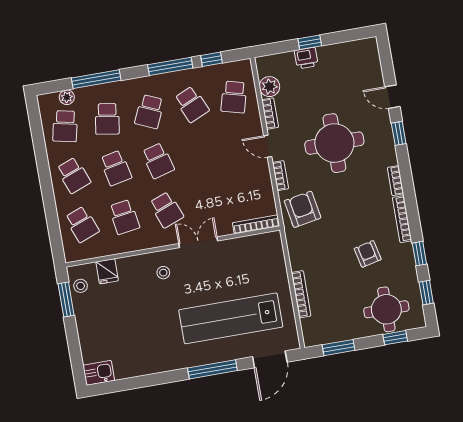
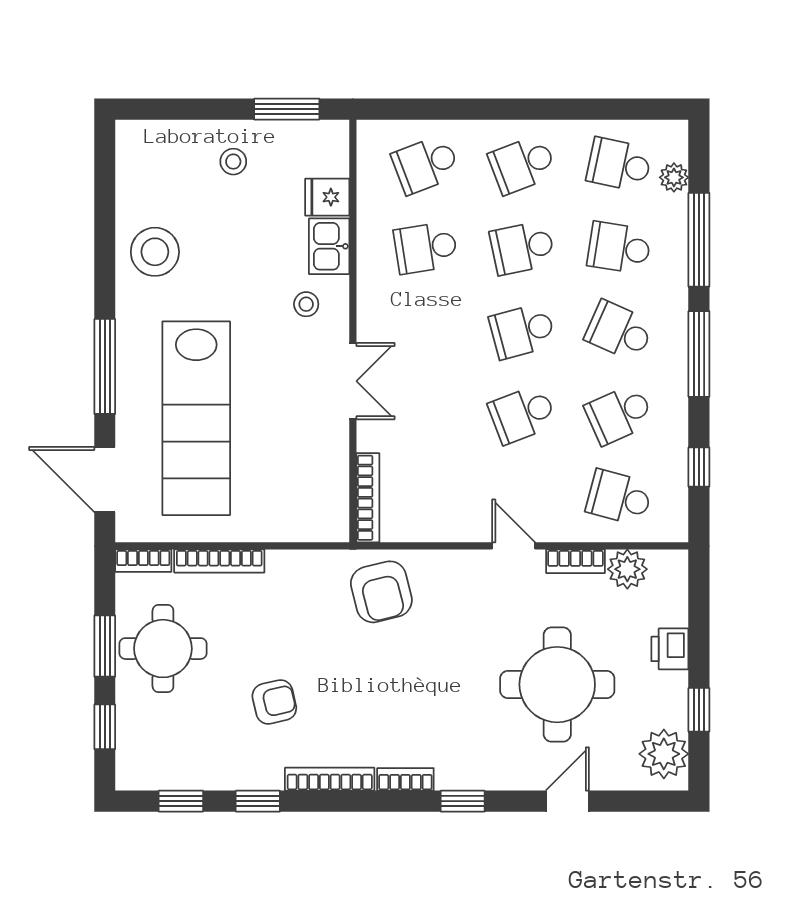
window: (310, 42) -> (699, 710), moved
plant: (360, 52) -> (664, 754), added
window: (170, 66) -> (699, 354), moved
window: (399, 133) -> (463, 801), moved
round table: (334, 143) -> (557, 685), moved
door: (268, 146) -> (514, 546), hinge flipped
bookcase: (280, 176) -> (143, 561), moved
armchair: (303, 209) -> (381, 592), turned 86
school desk: (166, 210) -> (522, 414), moved
stool: (81, 286) -> (233, 162), moved
round table: (386, 309) -> (163, 649), moved
lab bench: (231, 318) -> (196, 418), turned 180
window: (338, 348) -> (105, 646), moved
stool: (150, 354) -> (155, 252), added
kitchen sink: (99, 373) -> (329, 246), moved, turned 180

